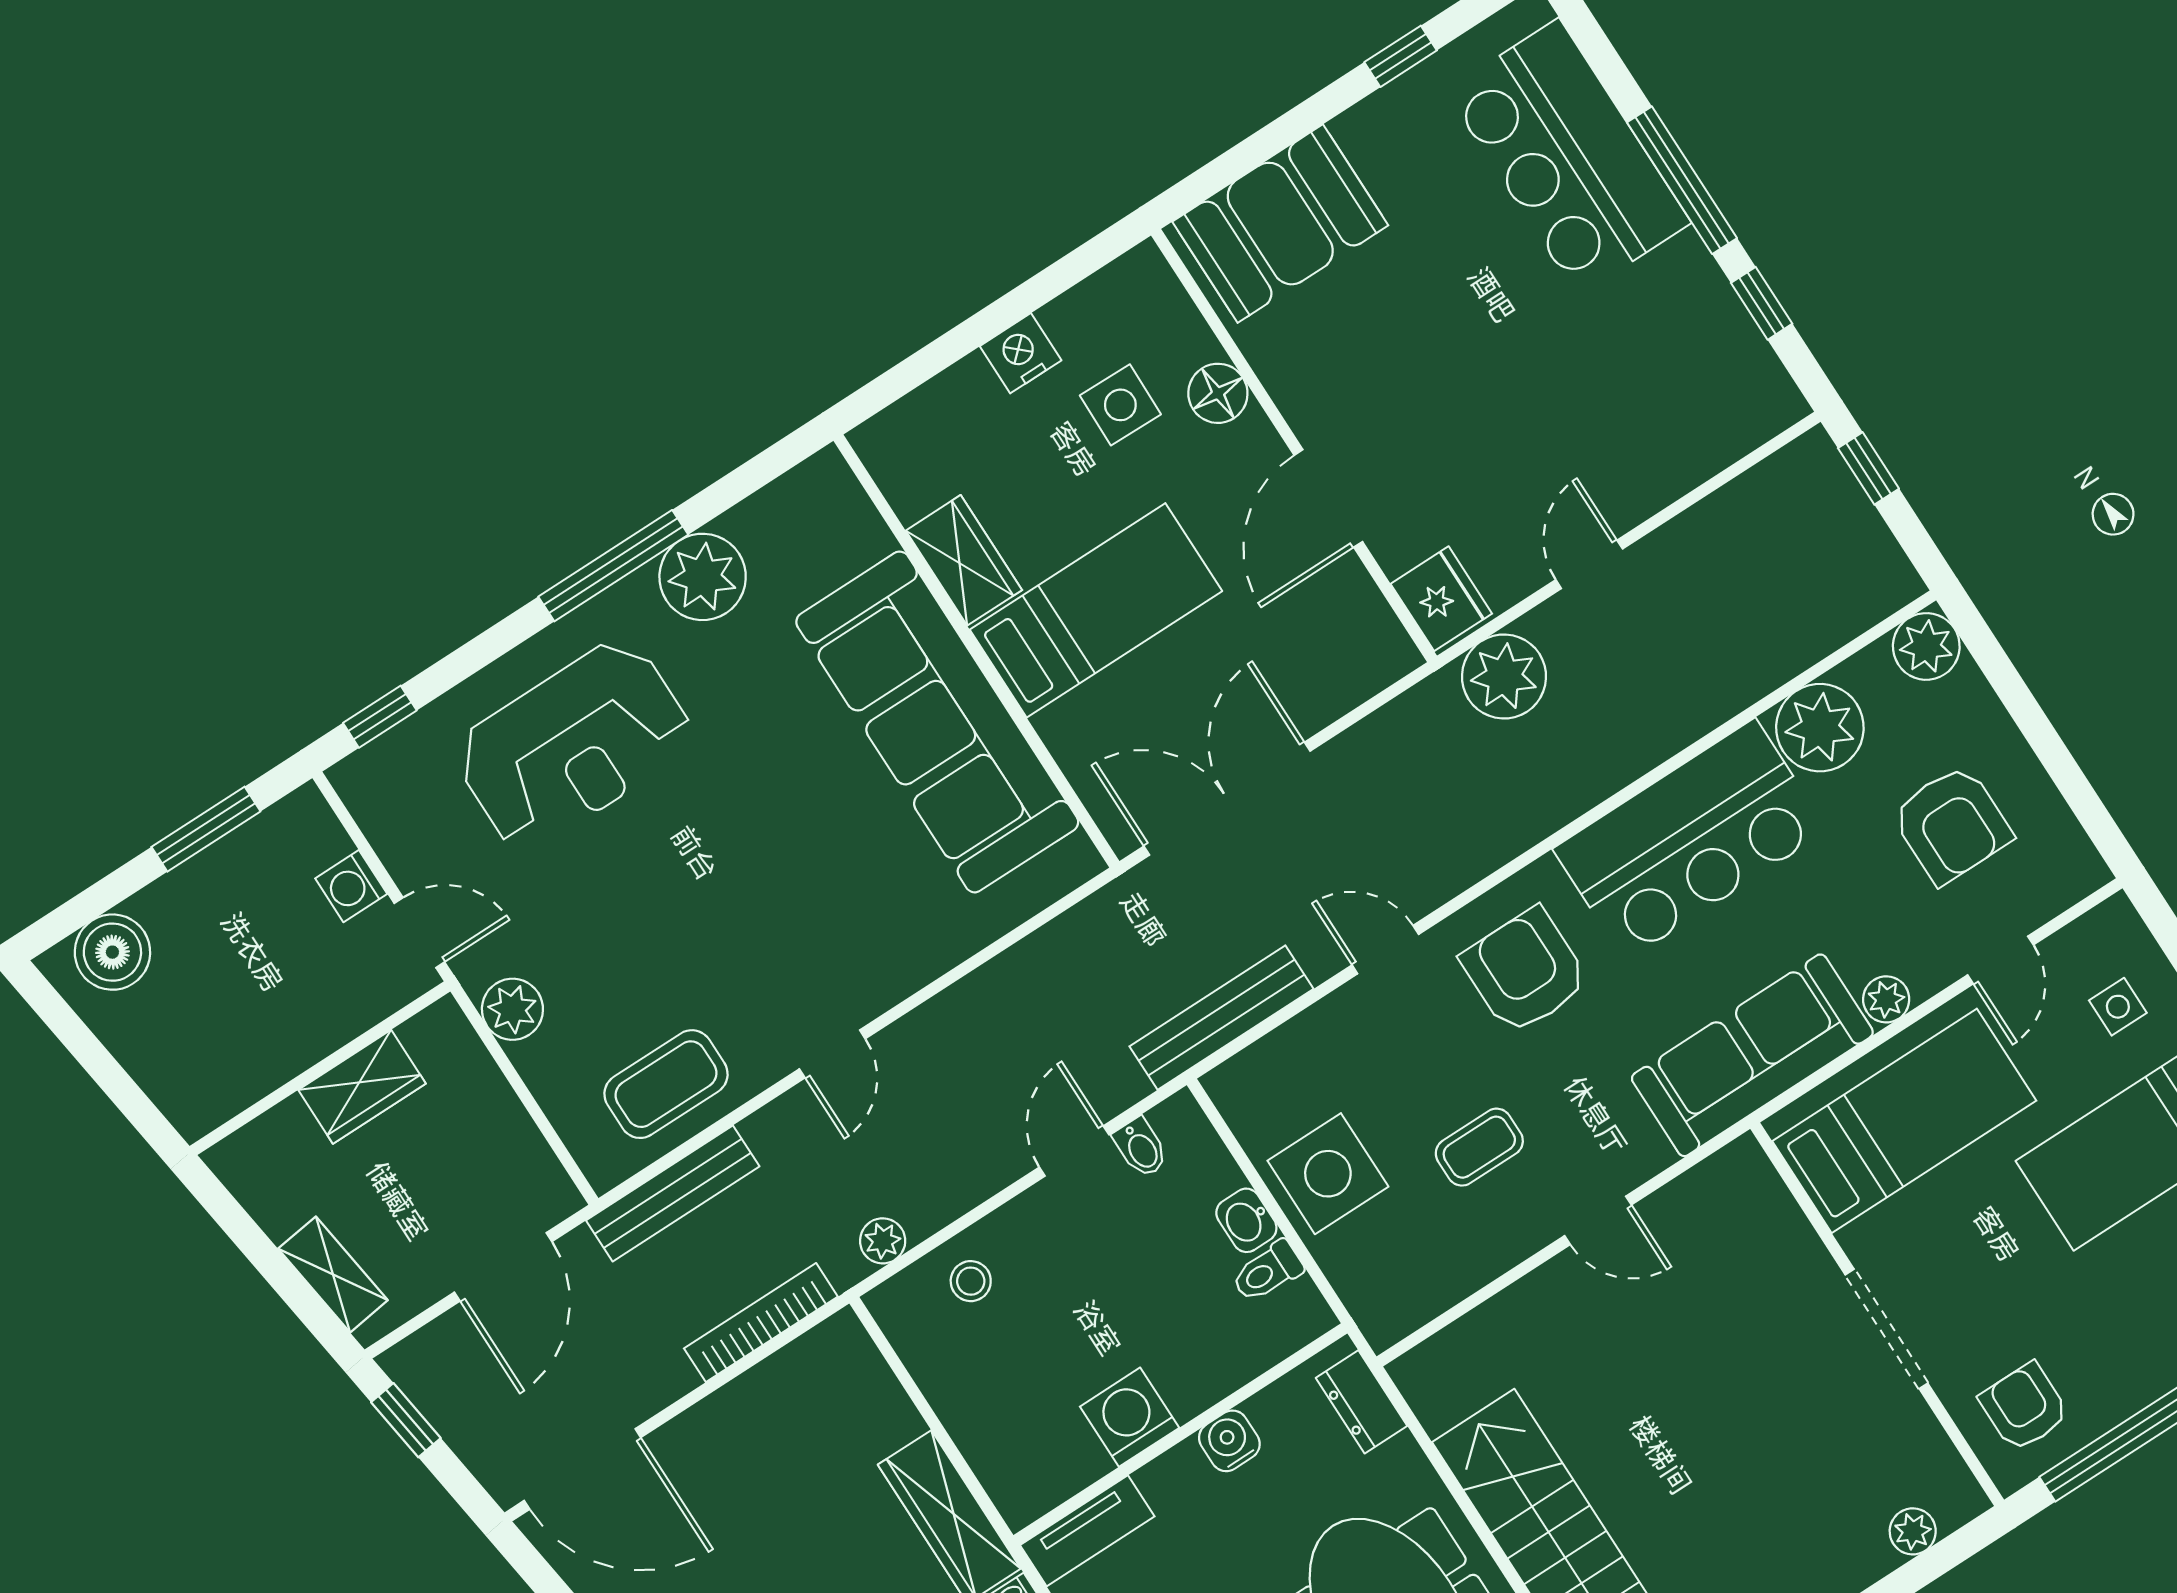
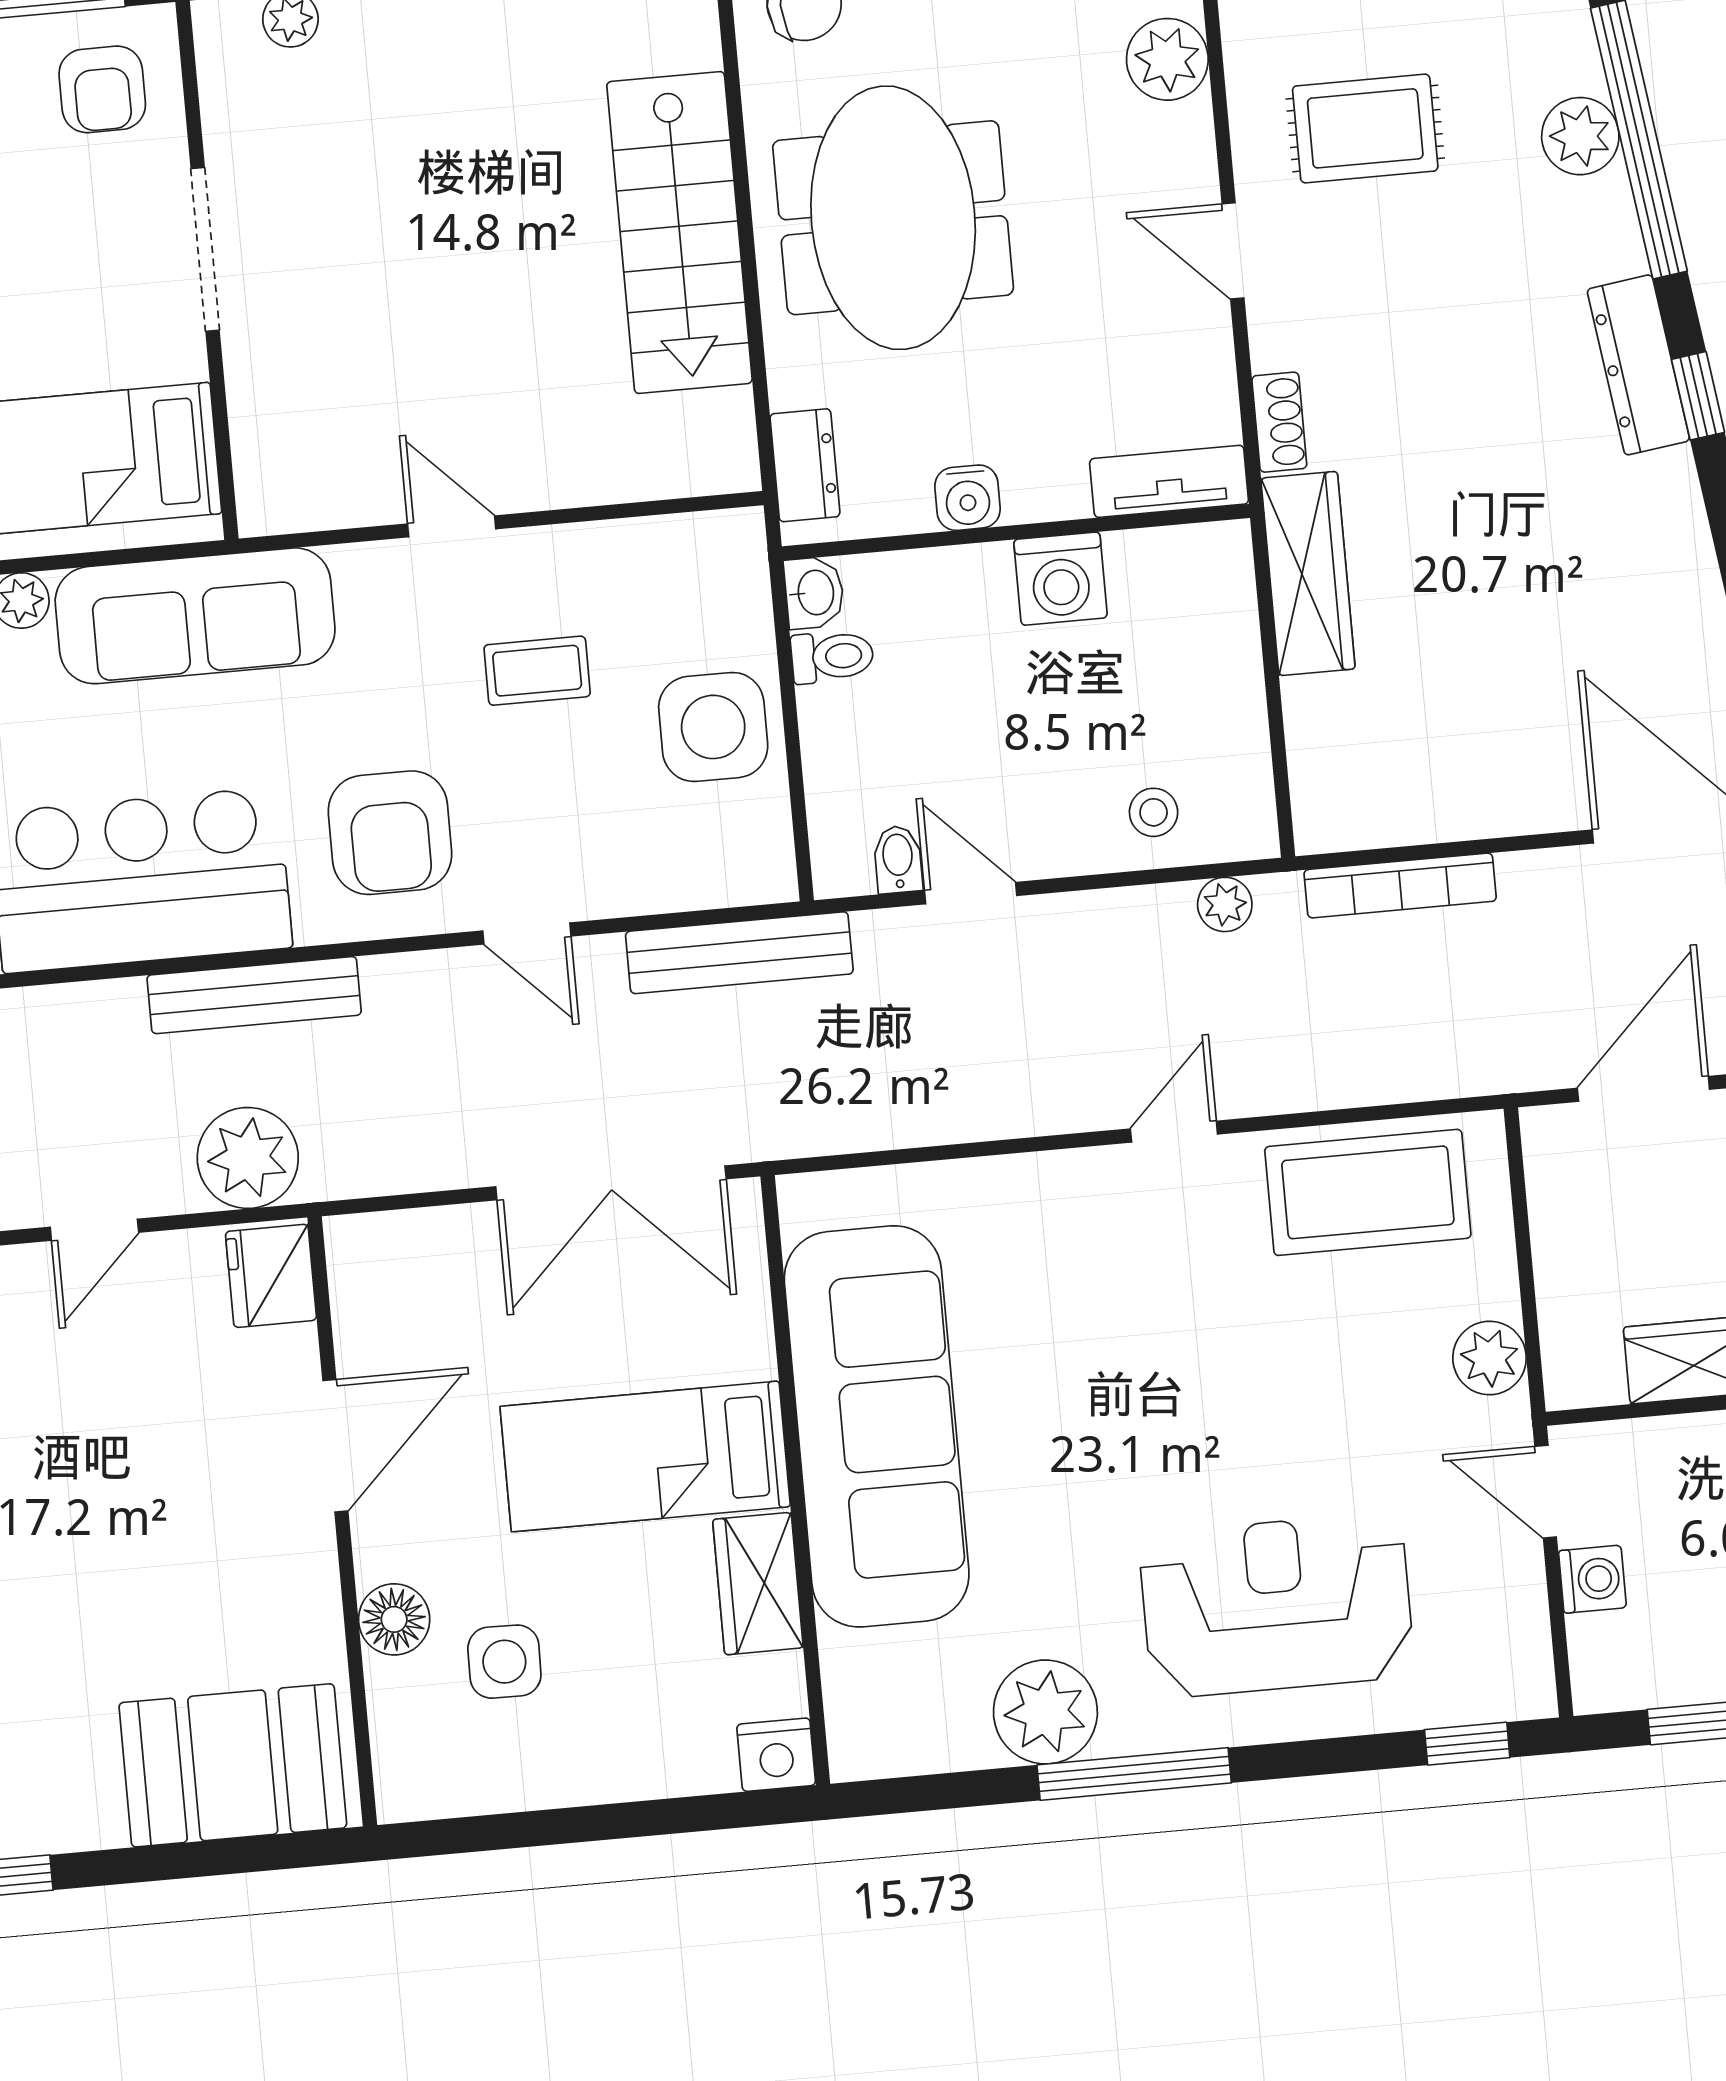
nightstand: (1021, 353) -> (776, 1755), moved
coffee table: (666, 1084) -> (1368, 1192), width x1.36, depth x1.32
door: (1074, 1151) -> (971, 893), swing flipped
bench: (673, 1193) -> (254, 995), moved
washbasin: (1246, 1220) -> (814, 593), moved

